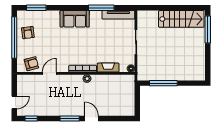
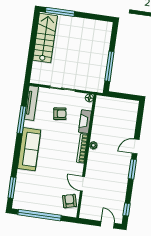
sofa: (75, 19) -> (29, 149), width x1.36
armchair: (28, 33) -> (60, 114), moved

